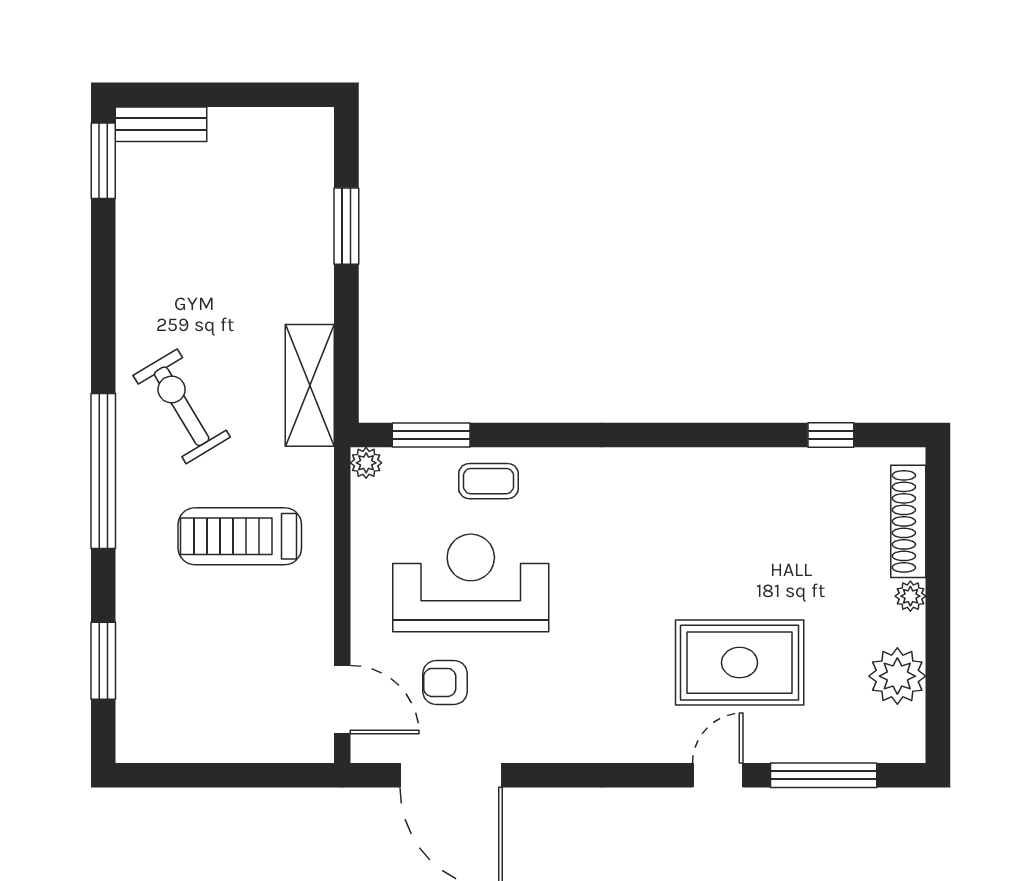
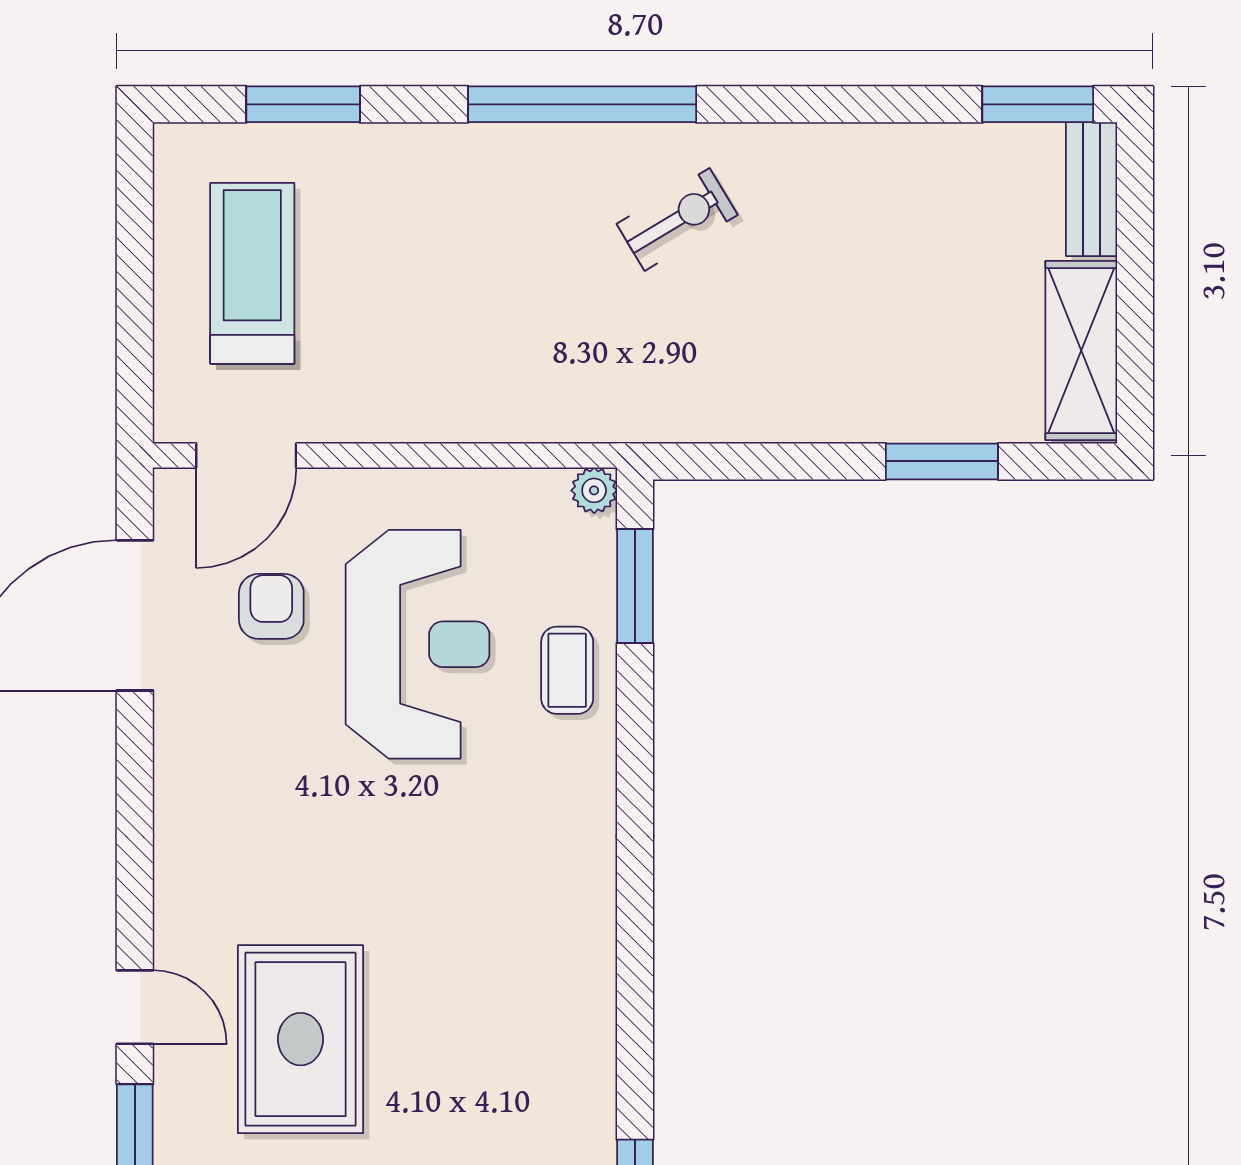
shelving: (310, 385) -> (1081, 351), moved, turned 90
exercise bike: (182, 406) -> (677, 219), width x0.73, depth x0.72
treadmill: (240, 536) -> (252, 273), moved

